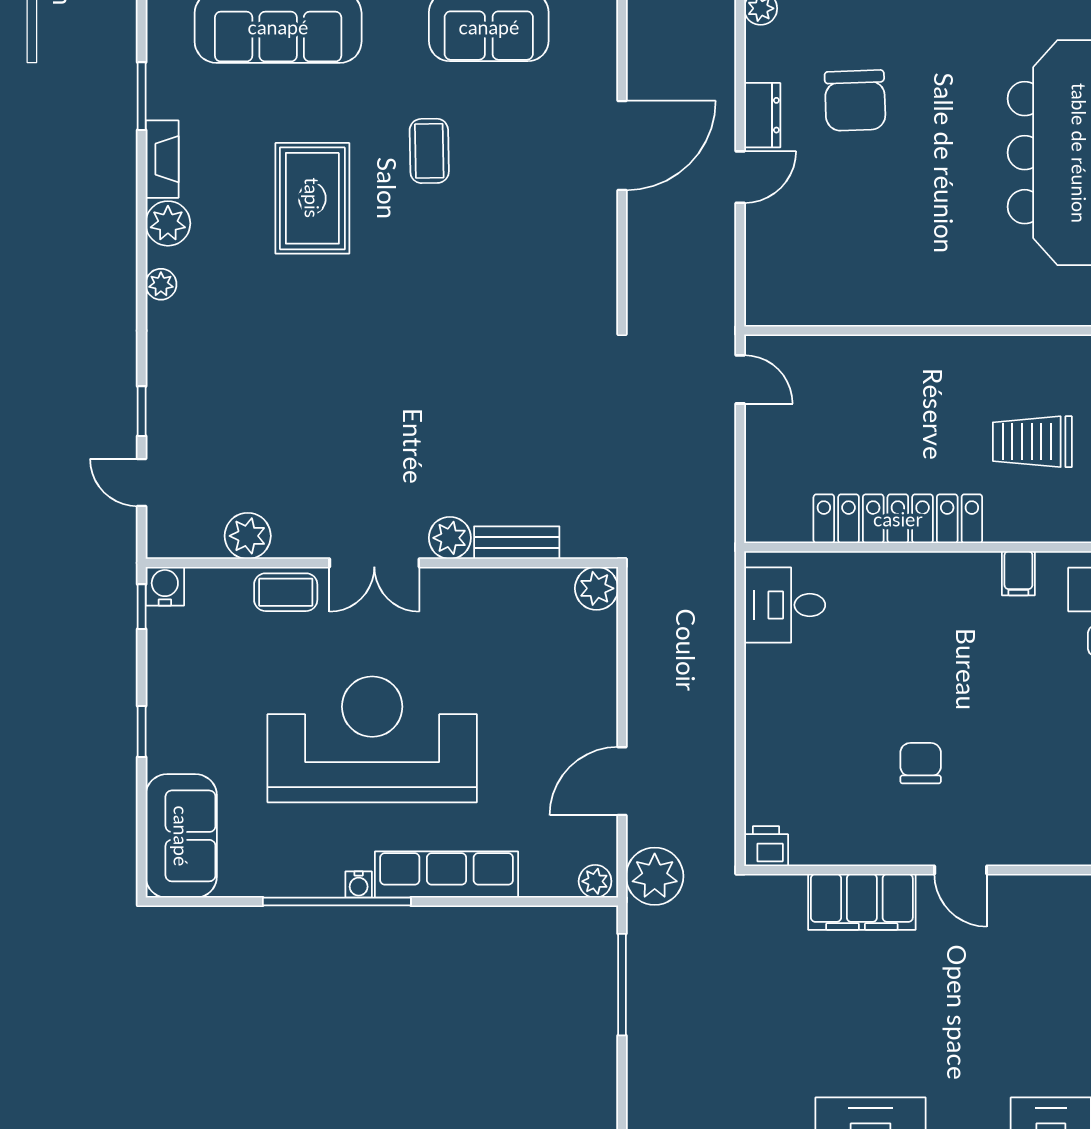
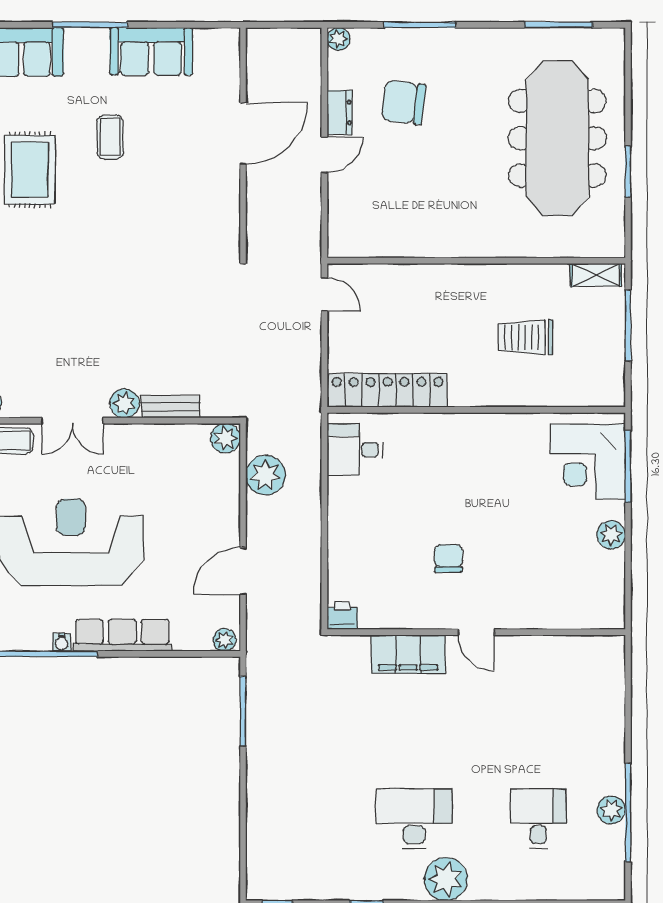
chair: (855, 101) -> (403, 102), turned 99
locker: (898, 519) -> (387, 390), moved
filing cabinet: (1018, 573) -> (516, 428), removed
plant: (655, 876) -> (265, 475), moved

